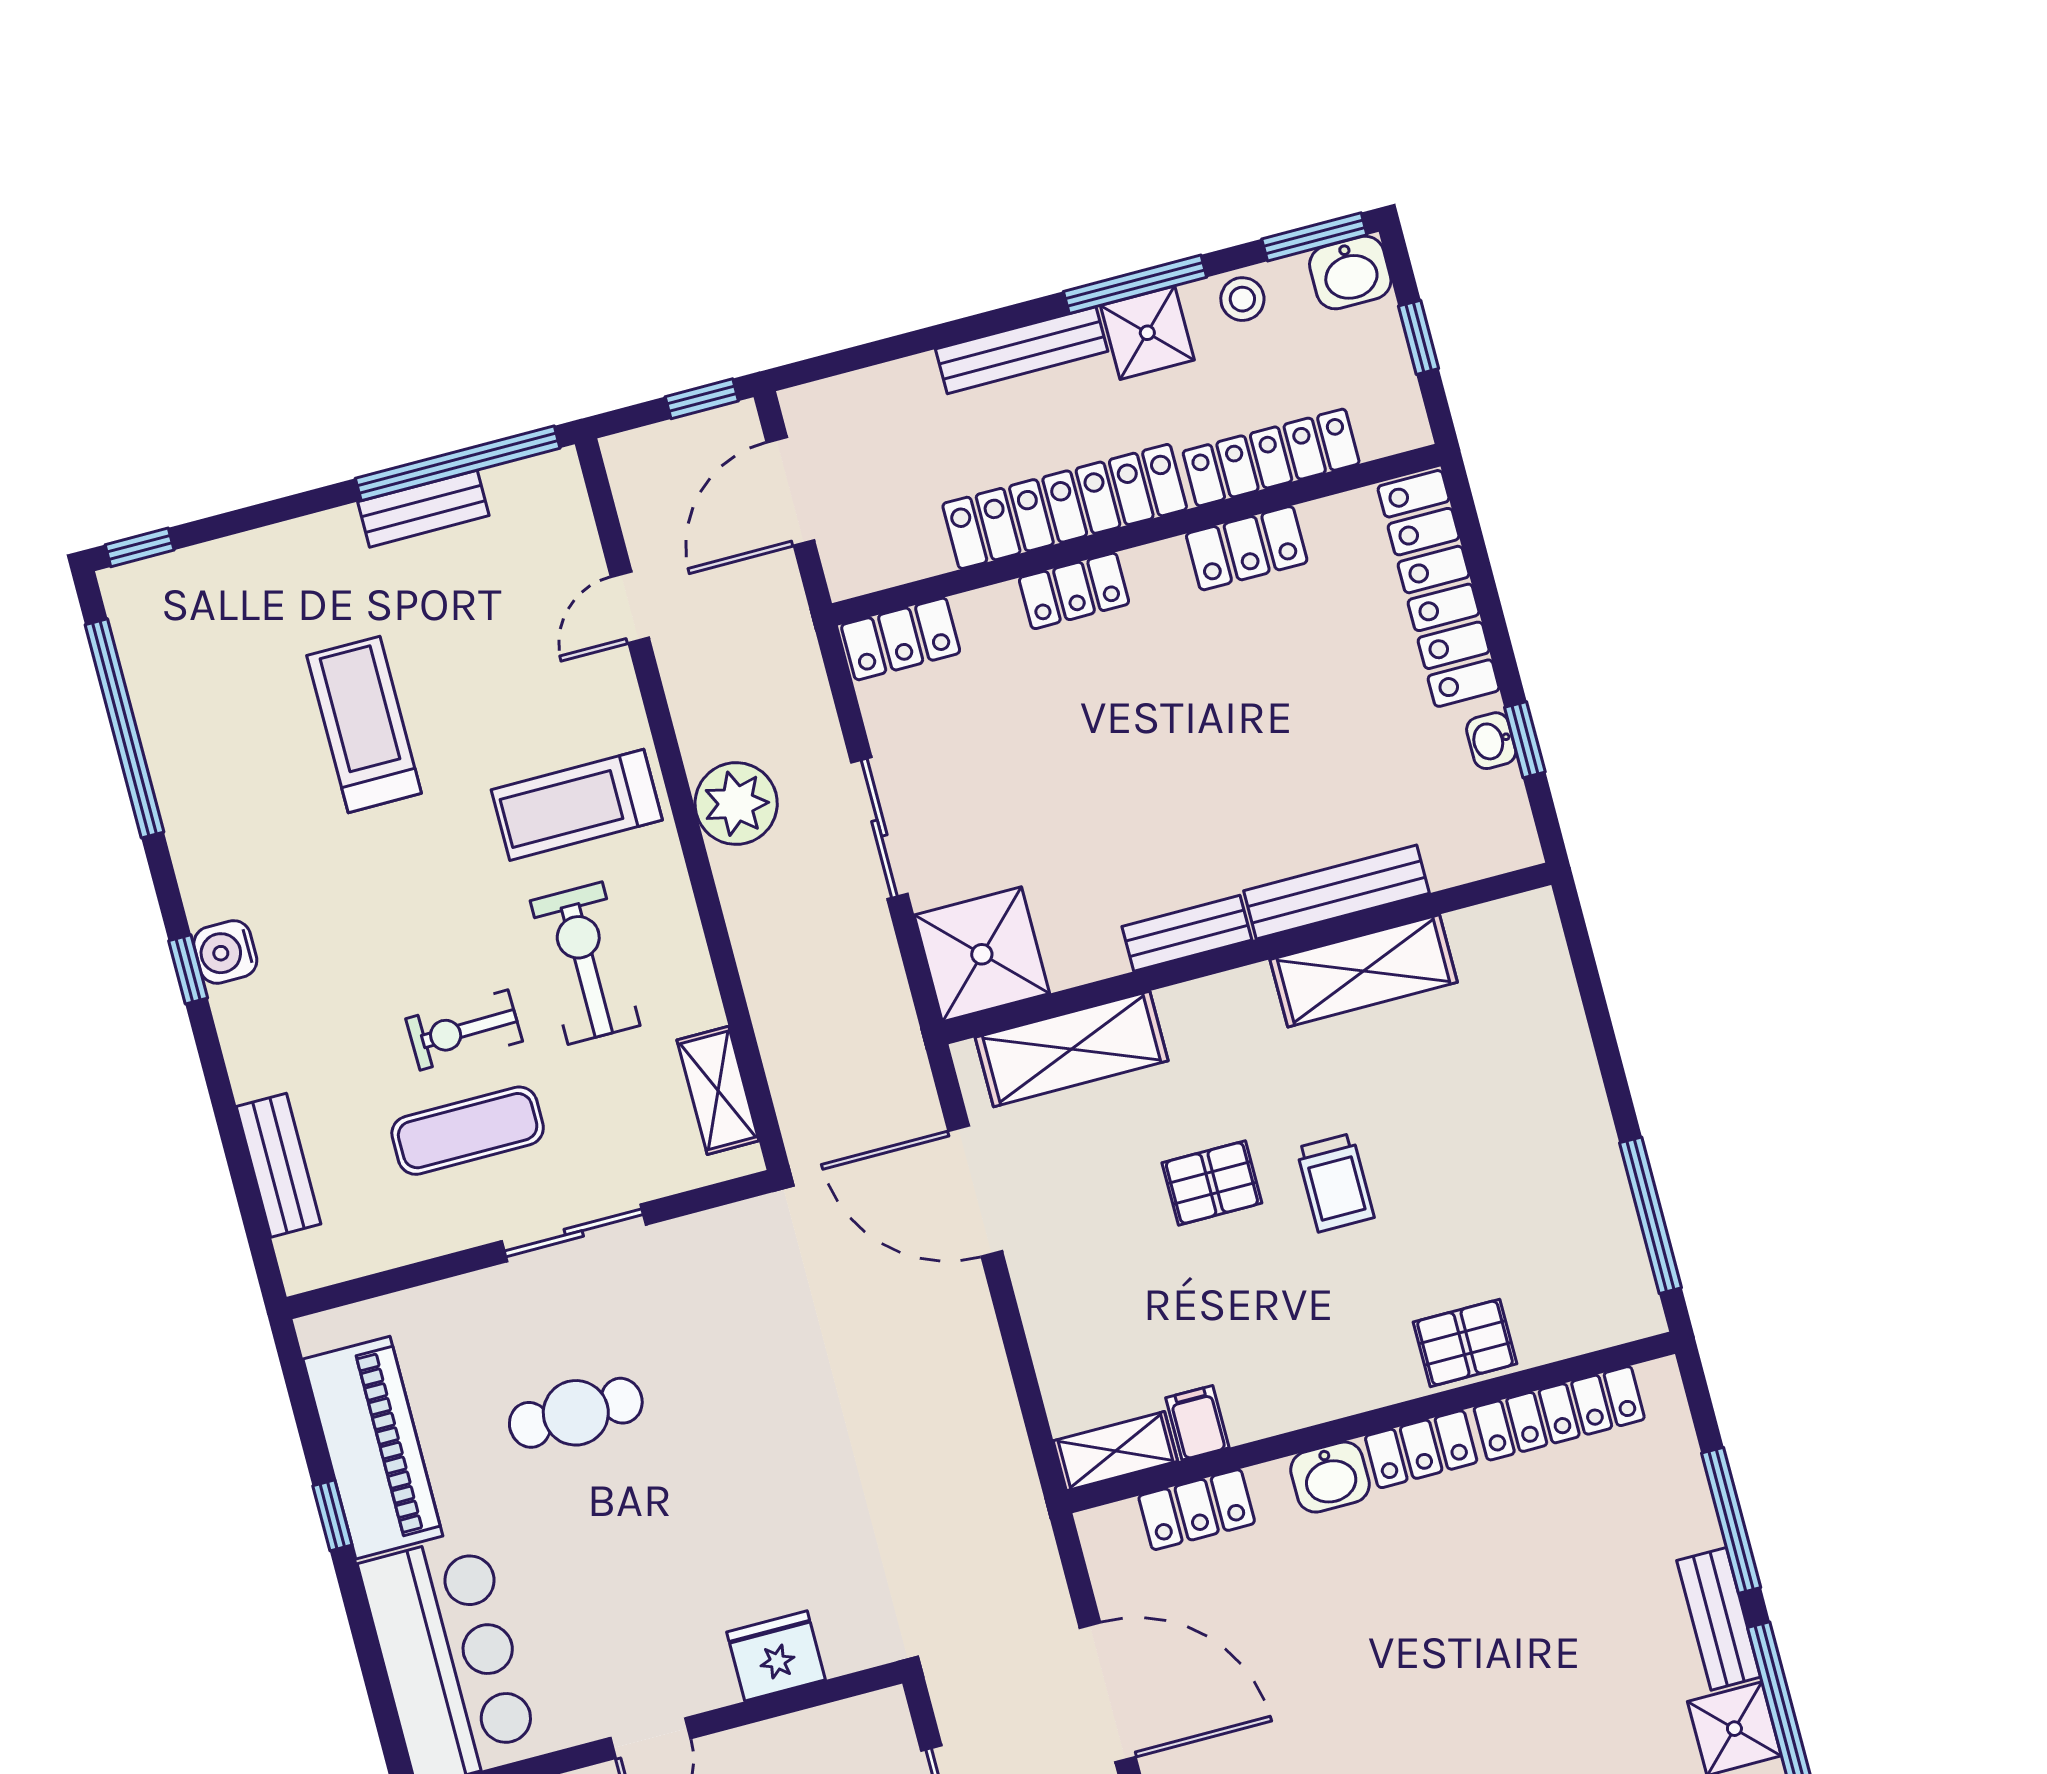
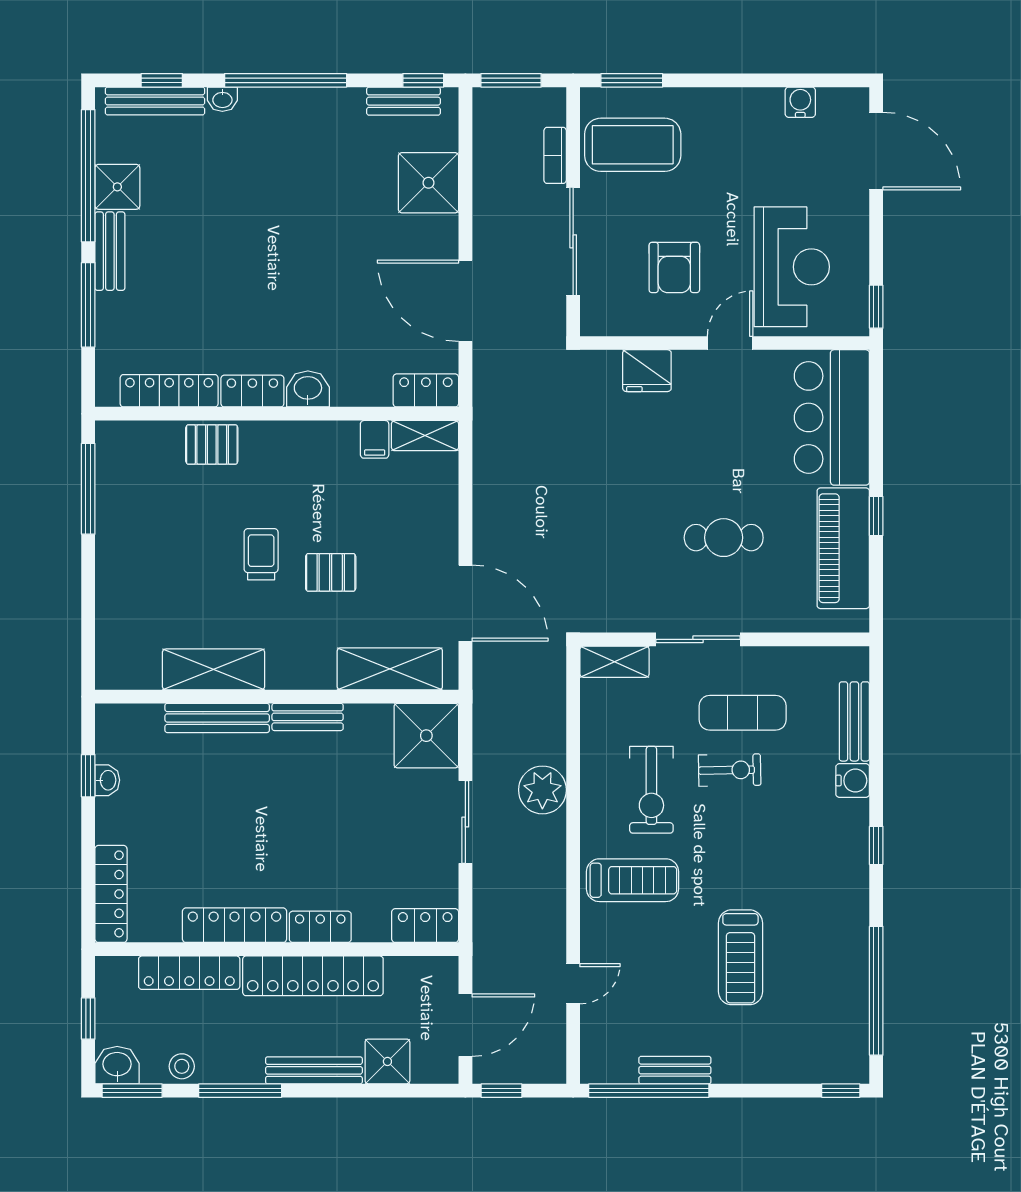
shower: (1147, 333) -> (387, 1061), moved
locker: (1247, 548) -> (234, 925), width x1.53
locker: (1439, 588) -> (111, 894), width x0.71, depth x0.83
plant: (736, 804) -> (542, 790), moved
water cooler: (225, 952) -> (853, 781), moved
shelving: (718, 1090) -> (615, 662), moved, turned 90
locker: (1197, 1510) -> (426, 390), moved

